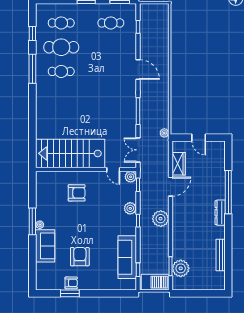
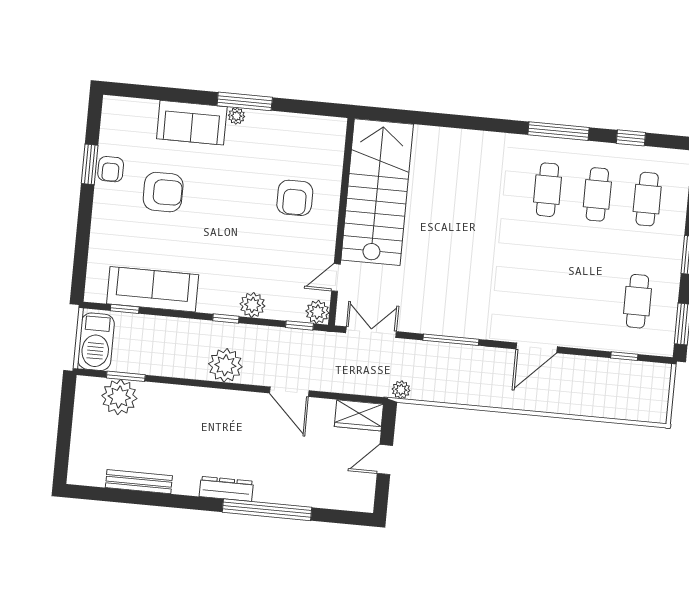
cafe table: (61, 47) -> (597, 194), width x0.73, depth x0.74
wardrobe: (179, 164) -> (359, 415), moved

